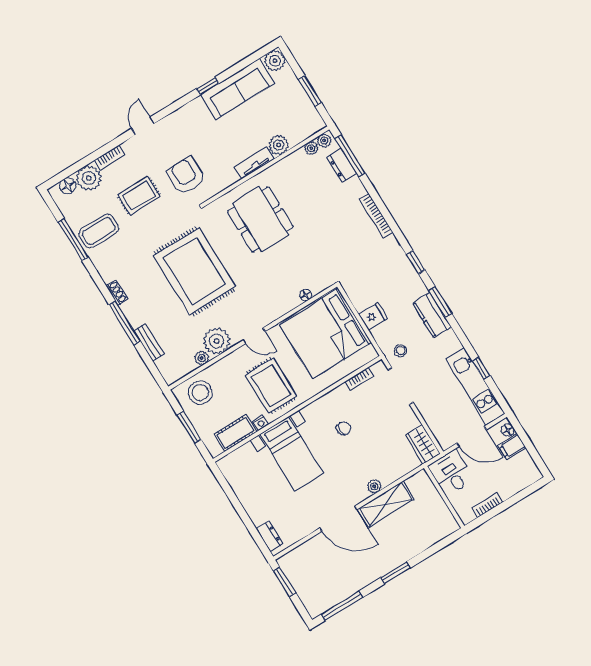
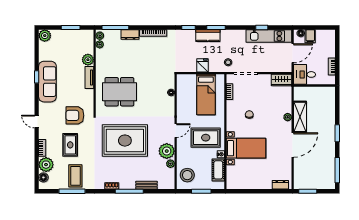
sofa: (238, 89) -> (47, 82), moved
dresser: (342, 165) -> (130, 35), moved
kitchen counter: (432, 315) -> (208, 36), moved
bed: (325, 334) -> (206, 94), width x0.49

